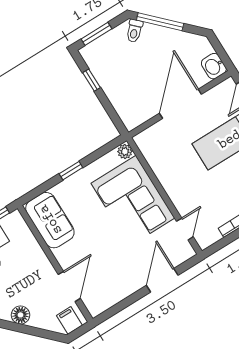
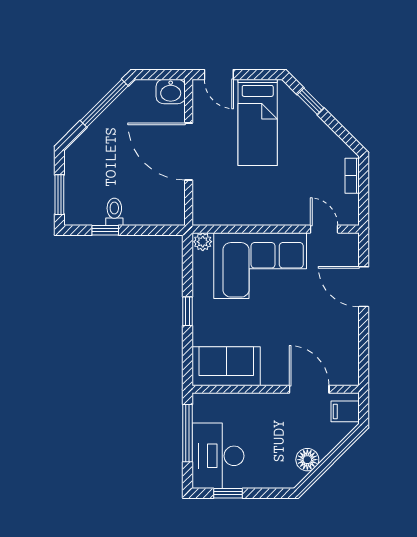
window: (160, 22) -> (104, 103), moved
toilet: (134, 31) -> (114, 212), moved, turned -135

